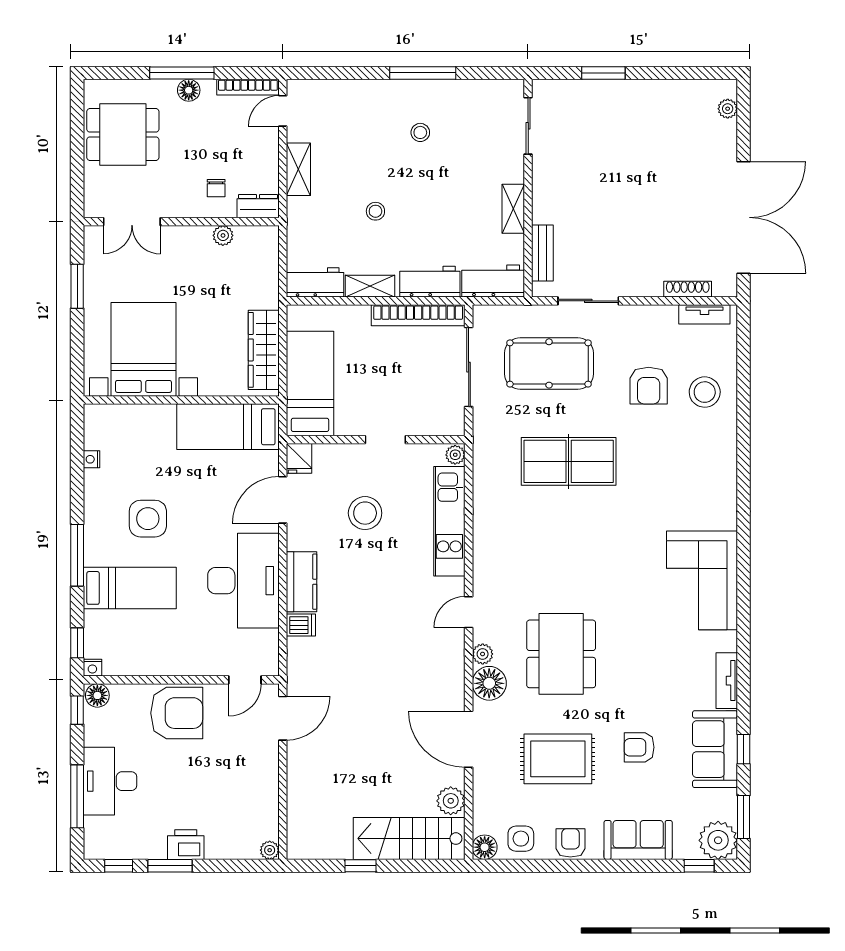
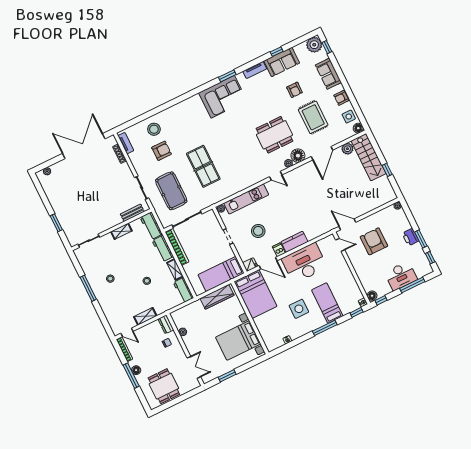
bed: (228, 427) -> (255, 294), width x1.50
dishwasher: (301, 625) -> (279, 250), moved
armchair: (177, 713) -> (374, 241), moved
window: (744, 817) -> (227, 76), moved

